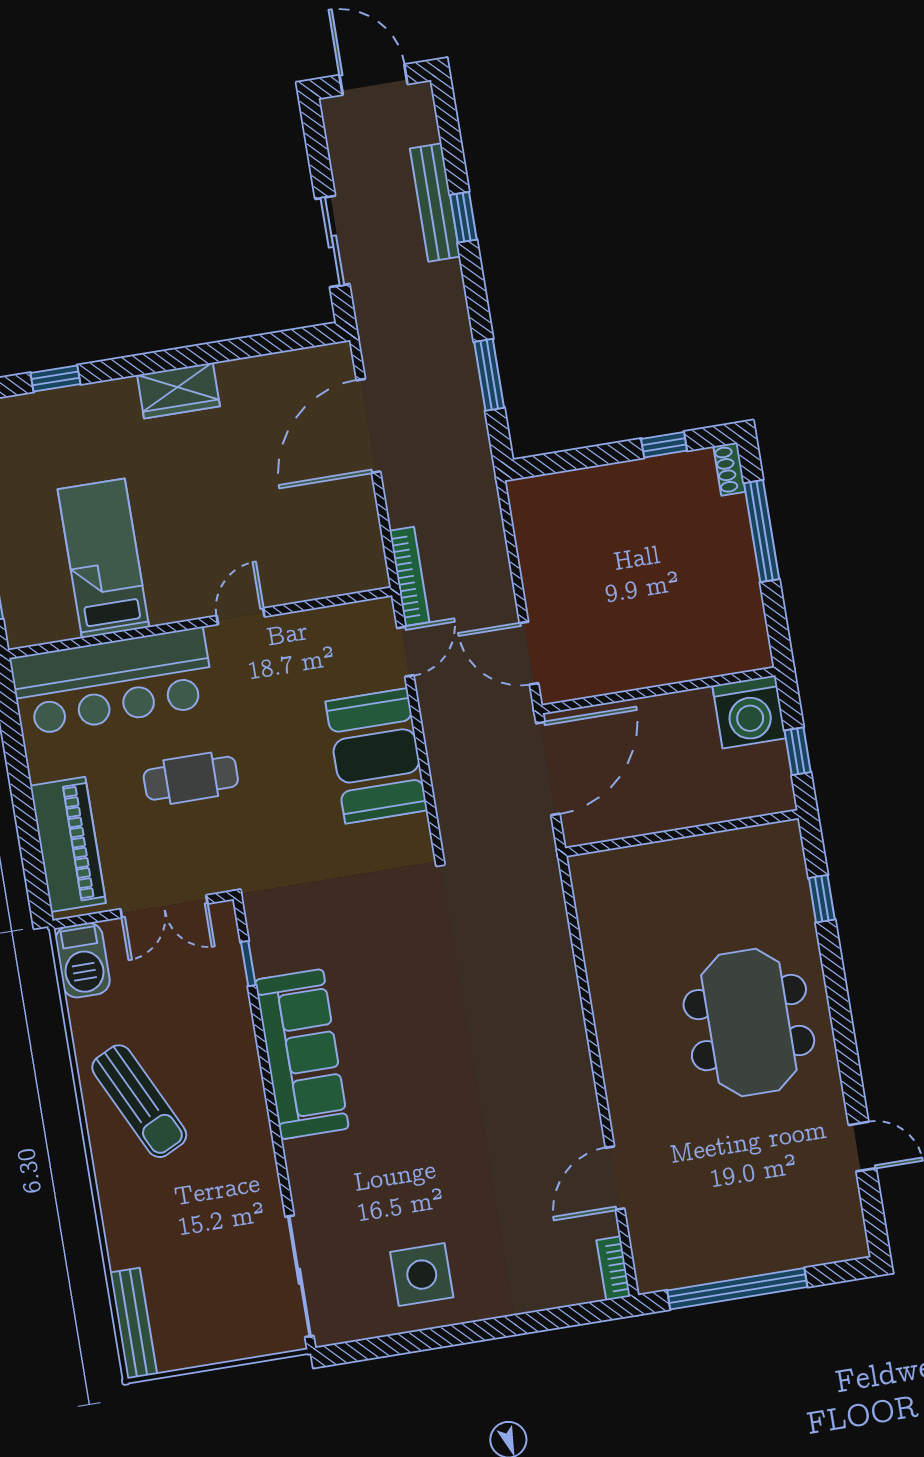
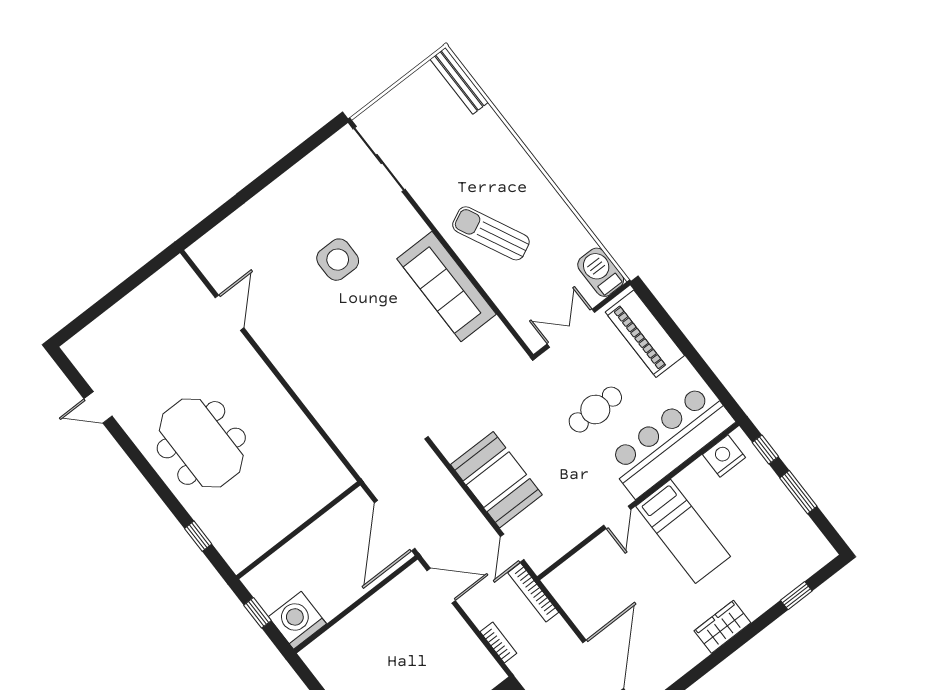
bed: (103, 558) -> (683, 531), moved
nightstand: (51, 621) -> (724, 456), added
window: (248, 964) -> (505, 322), removed
sun lounger: (139, 1101) -> (491, 233), moved
bookcase: (613, 1268) -> (498, 642), moved
side table: (422, 1275) -> (338, 260), moved
window: (737, 1289) -> (125, 288), removed

